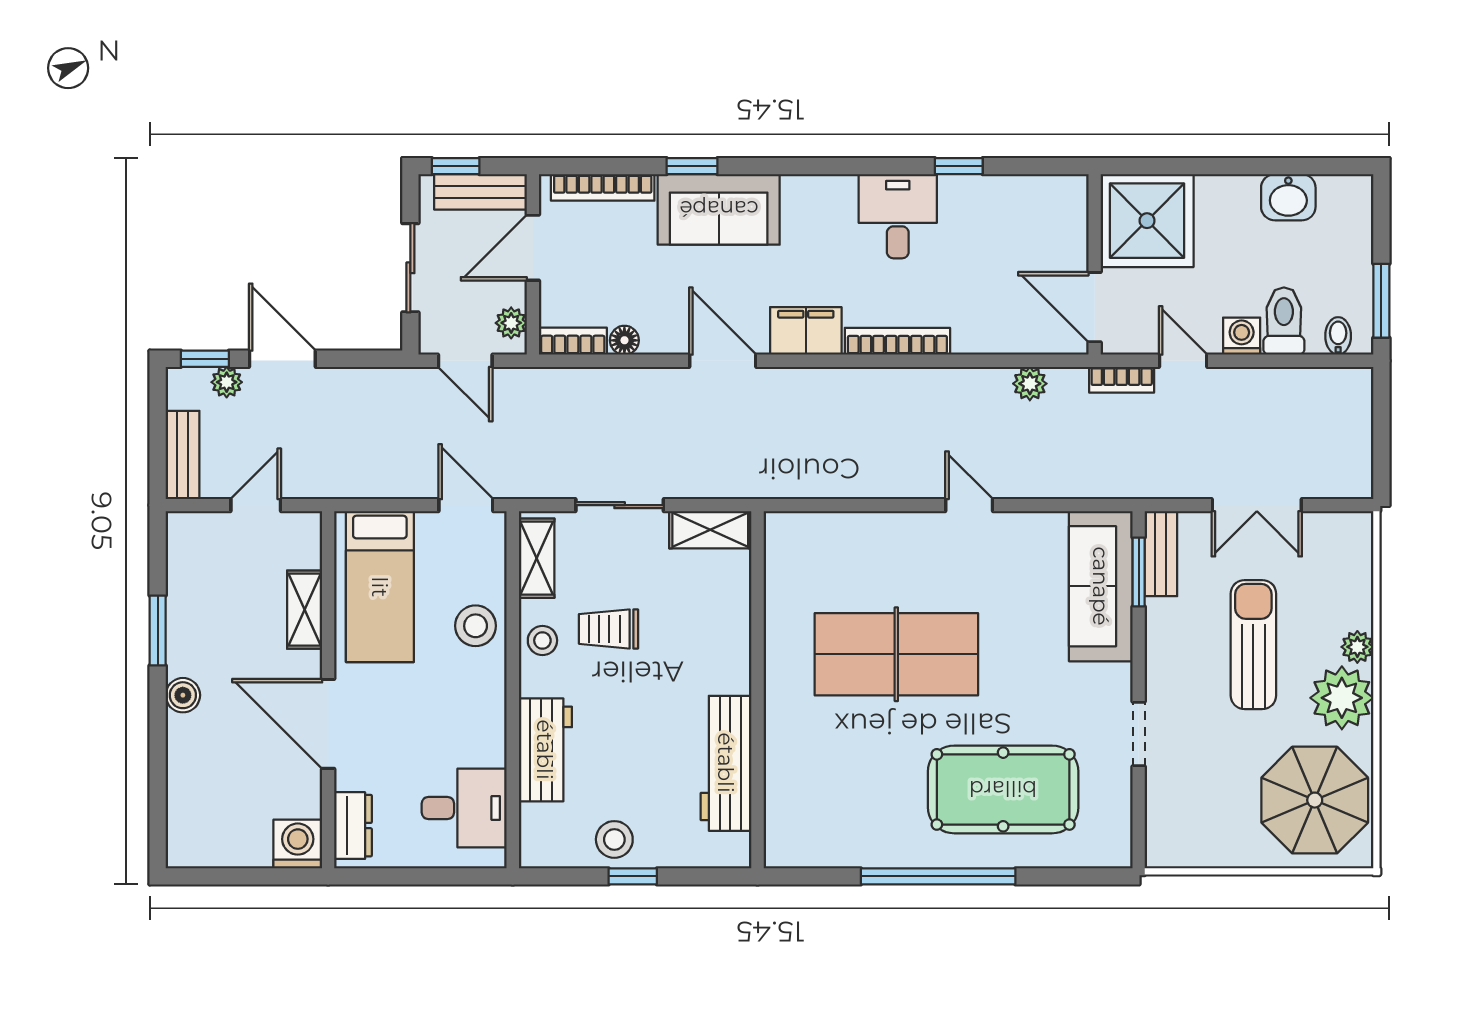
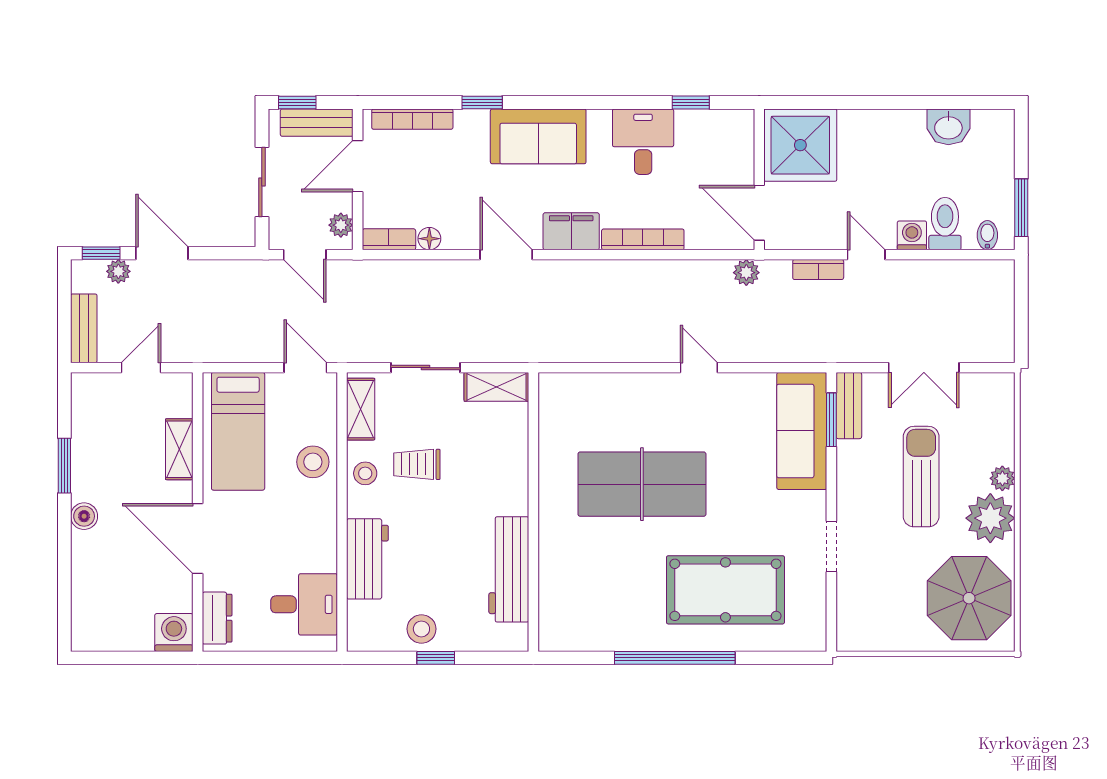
sofa: (719, 209) -> (538, 136), moved
shower: (1147, 221) -> (800, 145), moved
wall: (1095, 264) -> (759, 179), moved
door: (1095, 307) -> (759, 213), moved

